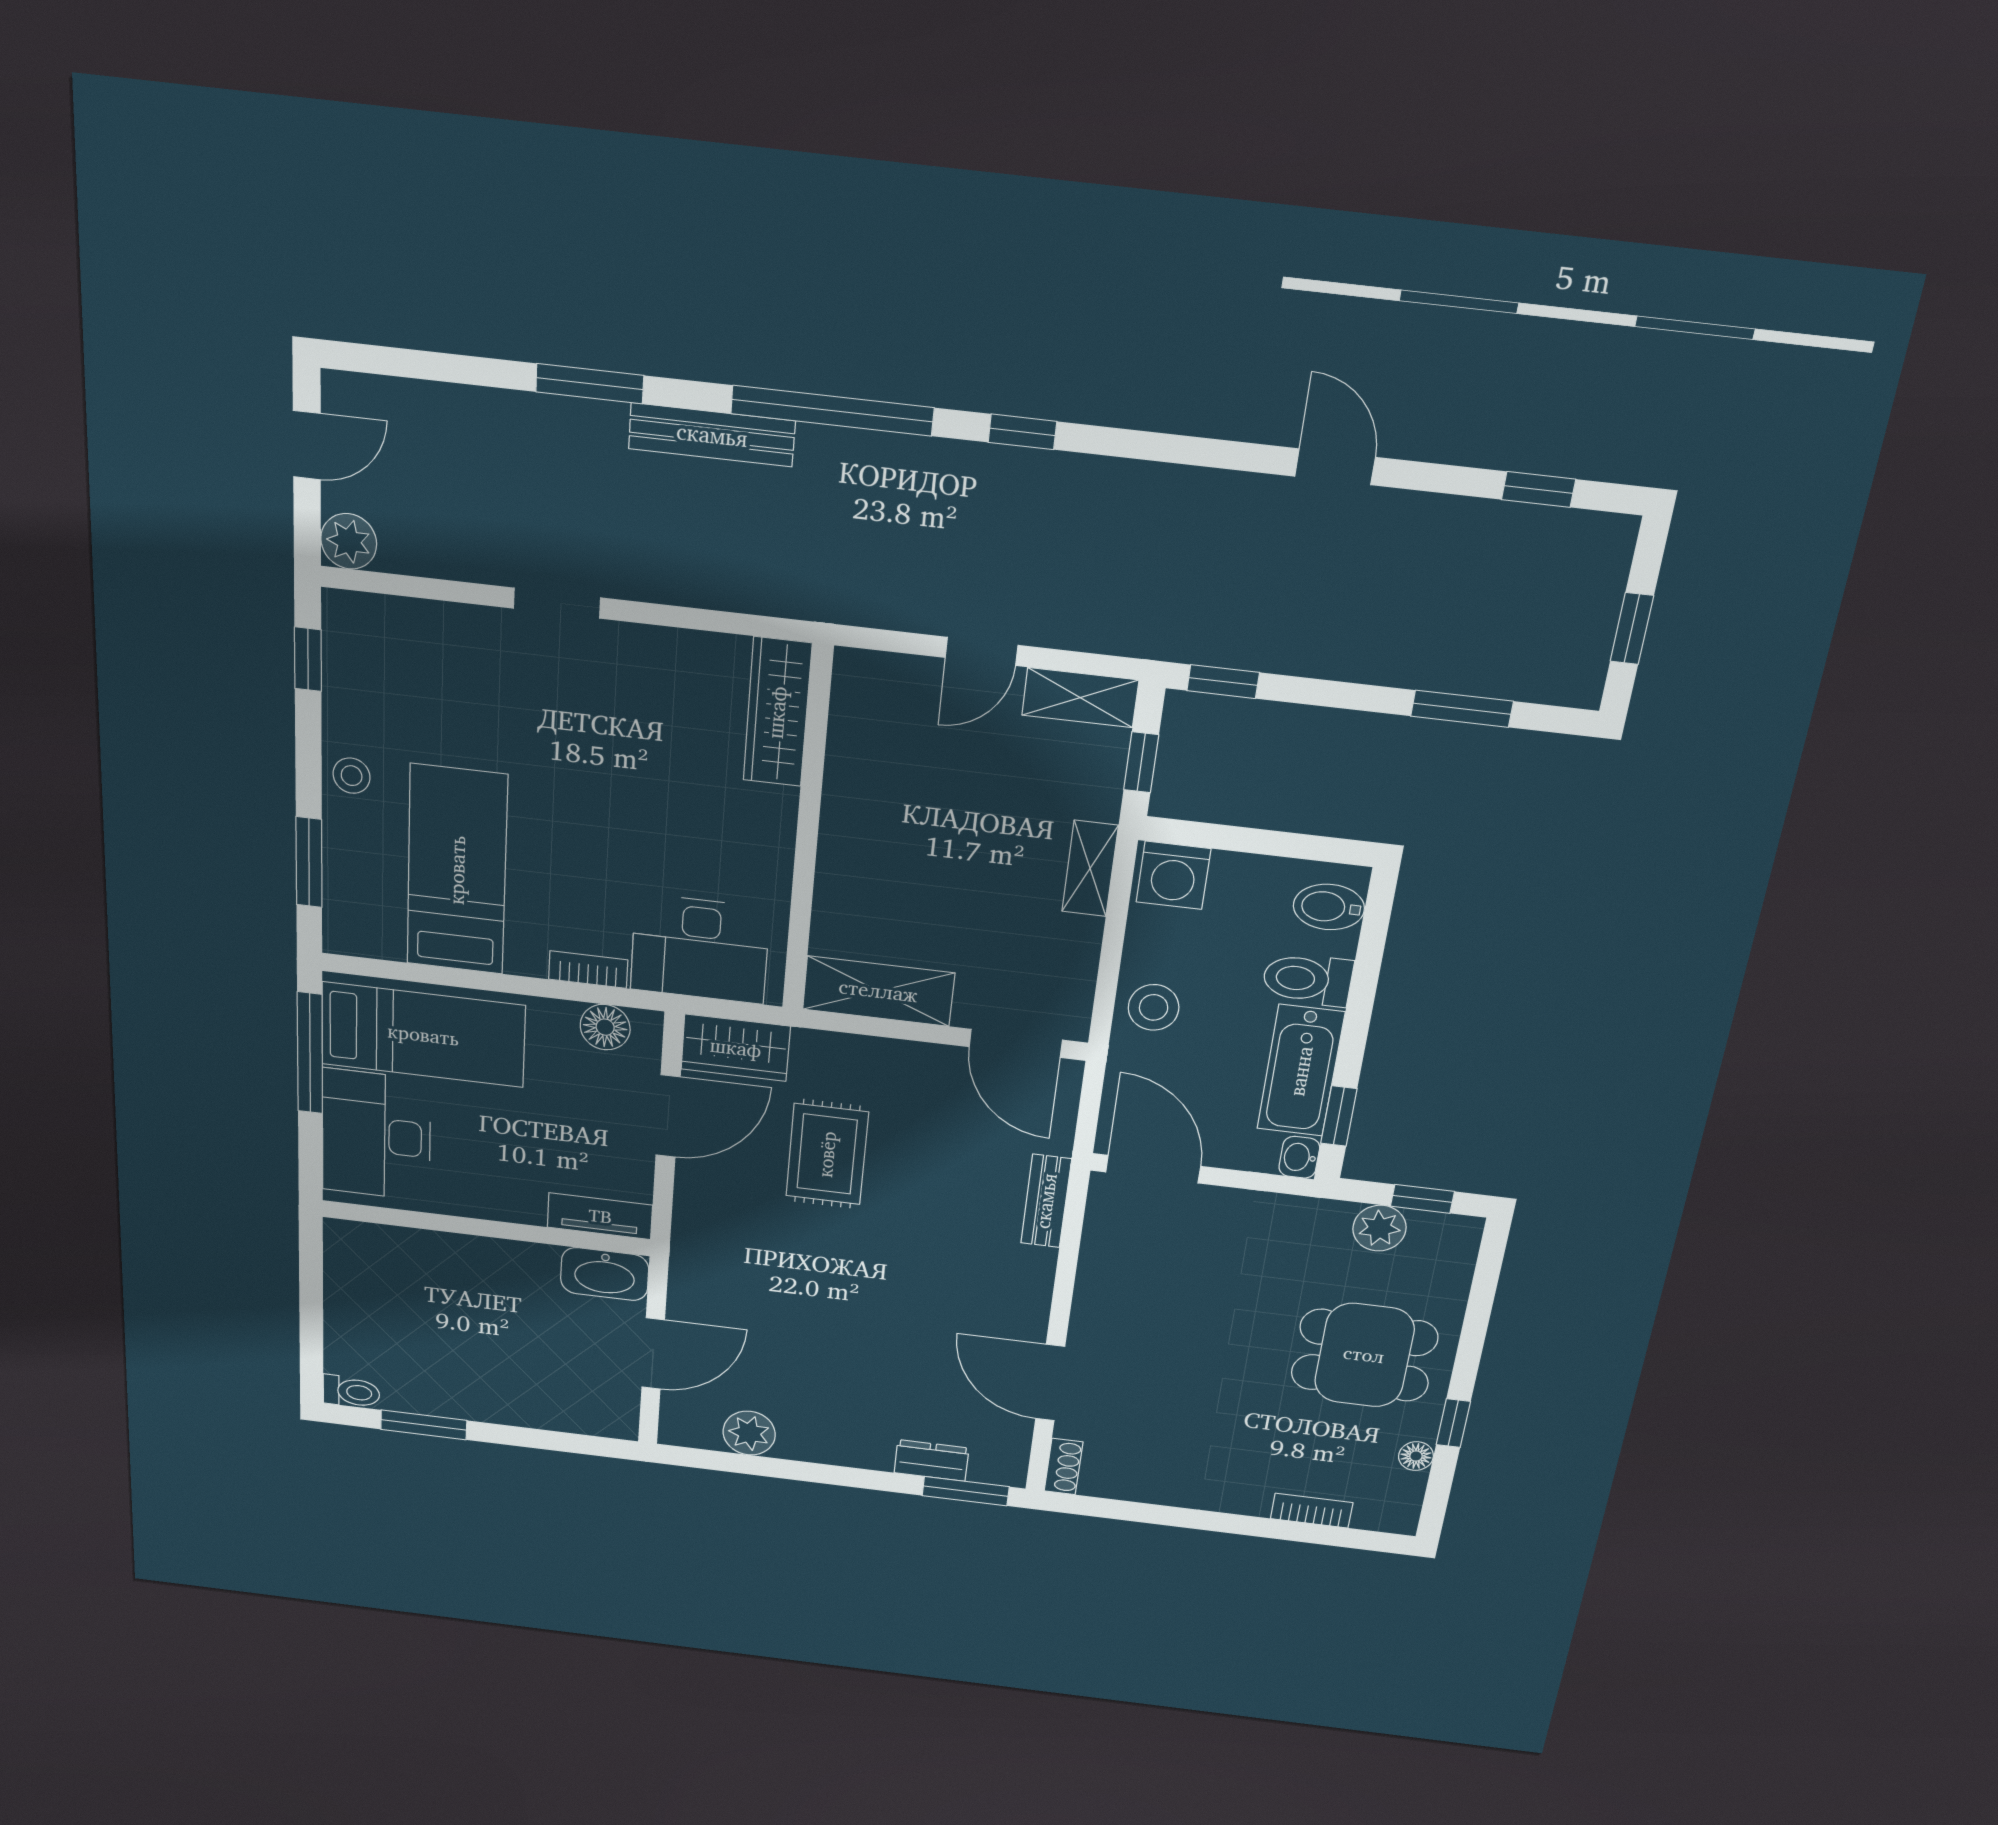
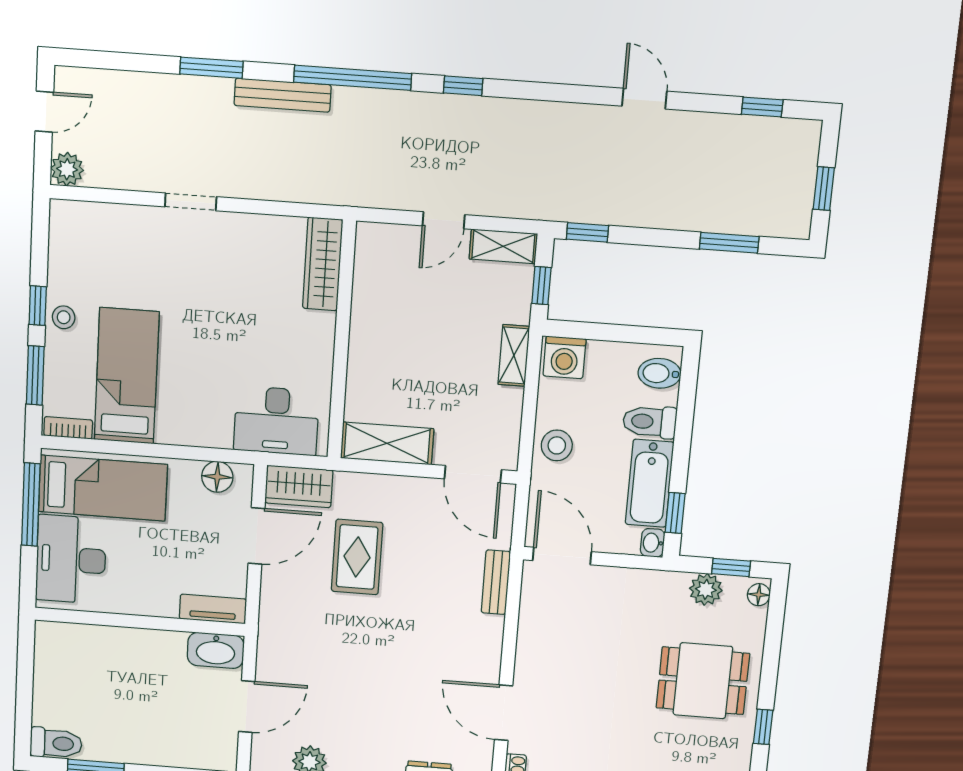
window: (308, 659) -> (38, 306), moved
bookcase: (588, 970) -> (68, 428), moved
toilet: (351, 1392) -> (56, 743), width x1.37, depth x1.39
floor lamp: (1416, 1456) -> (759, 595), moved

